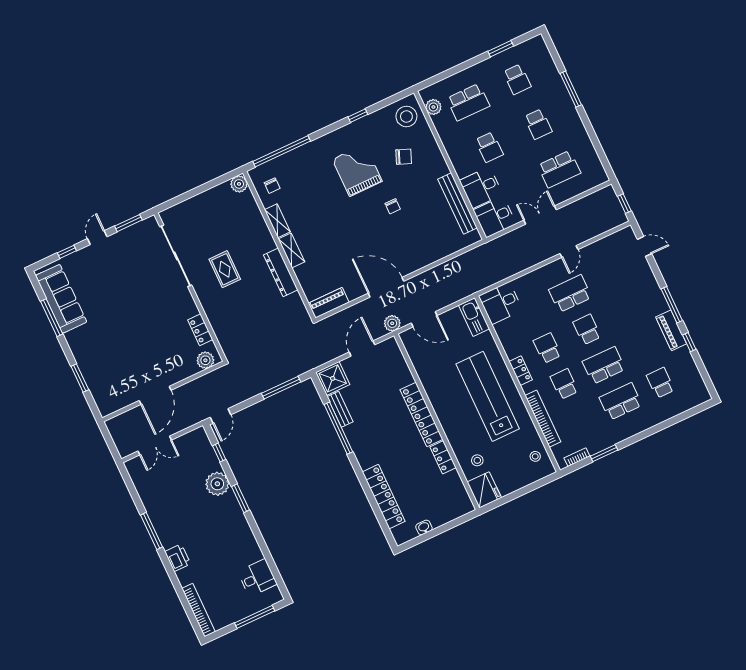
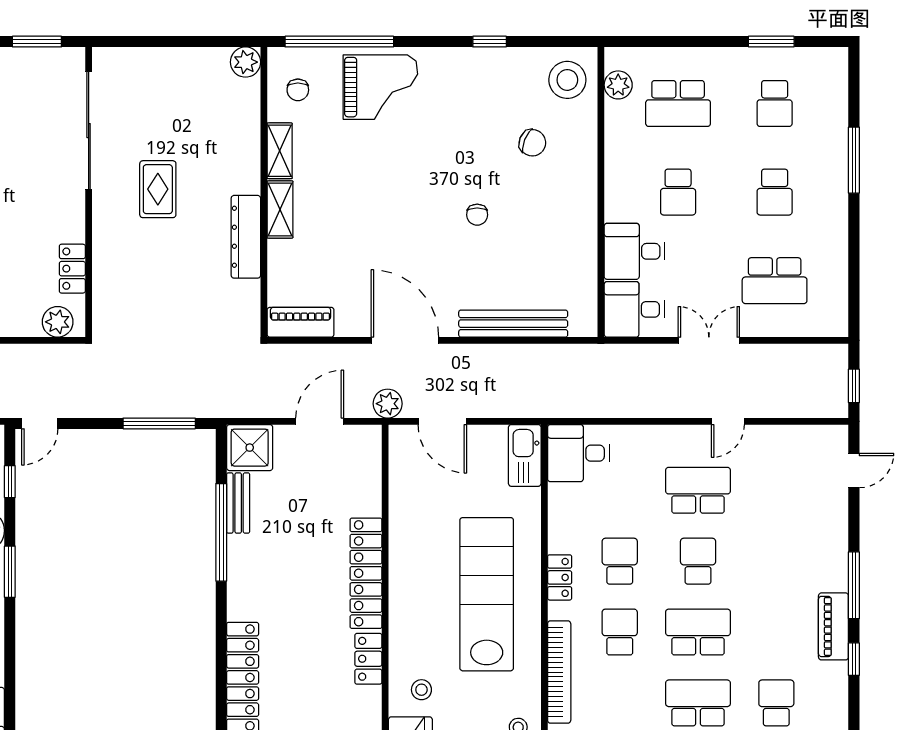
grand piano: (357, 170) -> (380, 87), moved, turned 90
bench: (458, 203) -> (513, 324), moved, turned 90
door: (644, 246) -> (854, 470), hinge flipped

